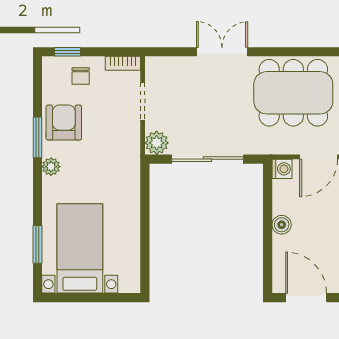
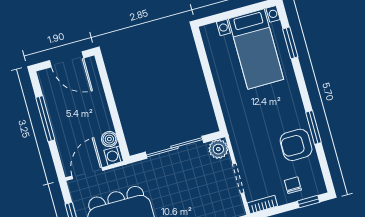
armchair: (64, 123) -> (296, 145), turned 90
plant: (51, 167) -> (297, 107), removed
boiler: (282, 225) -> (109, 139), moved

